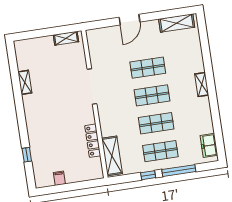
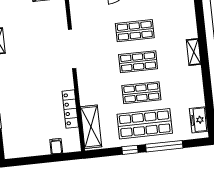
shop shelf: (160, 151) -> (145, 124), width x1.43, depth x1.36
filing cabinet: (59, 178) -> (56, 146), moved

